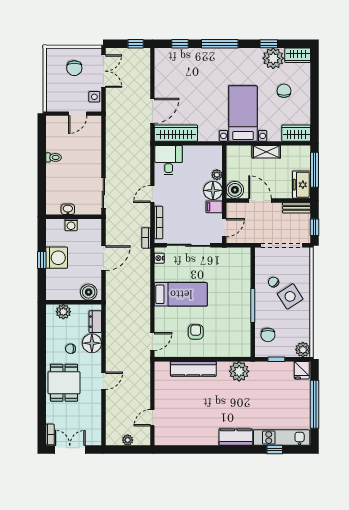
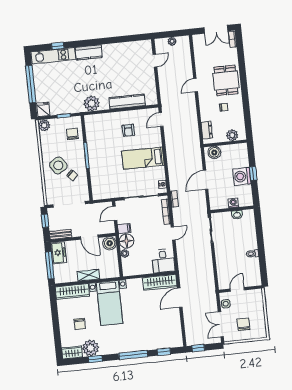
wardrobe: (296, 133) -> (72, 291), width x1.50
floor lamp: (92, 343) -> (208, 113), removed

